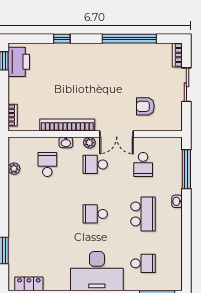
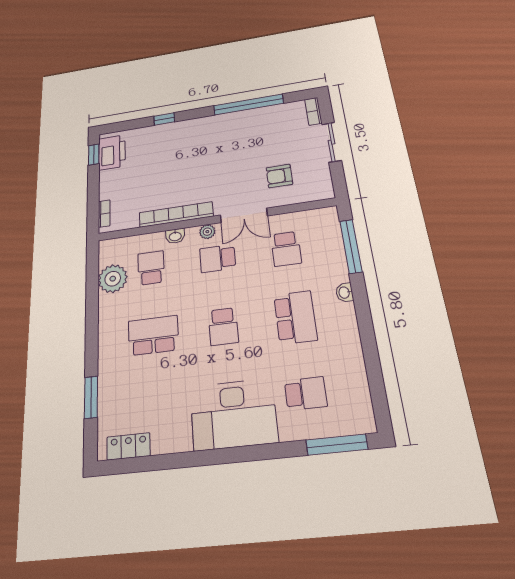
plant: (14, 169) -> (113, 279), width x1.88, depth x1.88
school desk: (47, 214) -> (153, 335), added
school desk: (95, 214) -> (223, 326), turned -90

